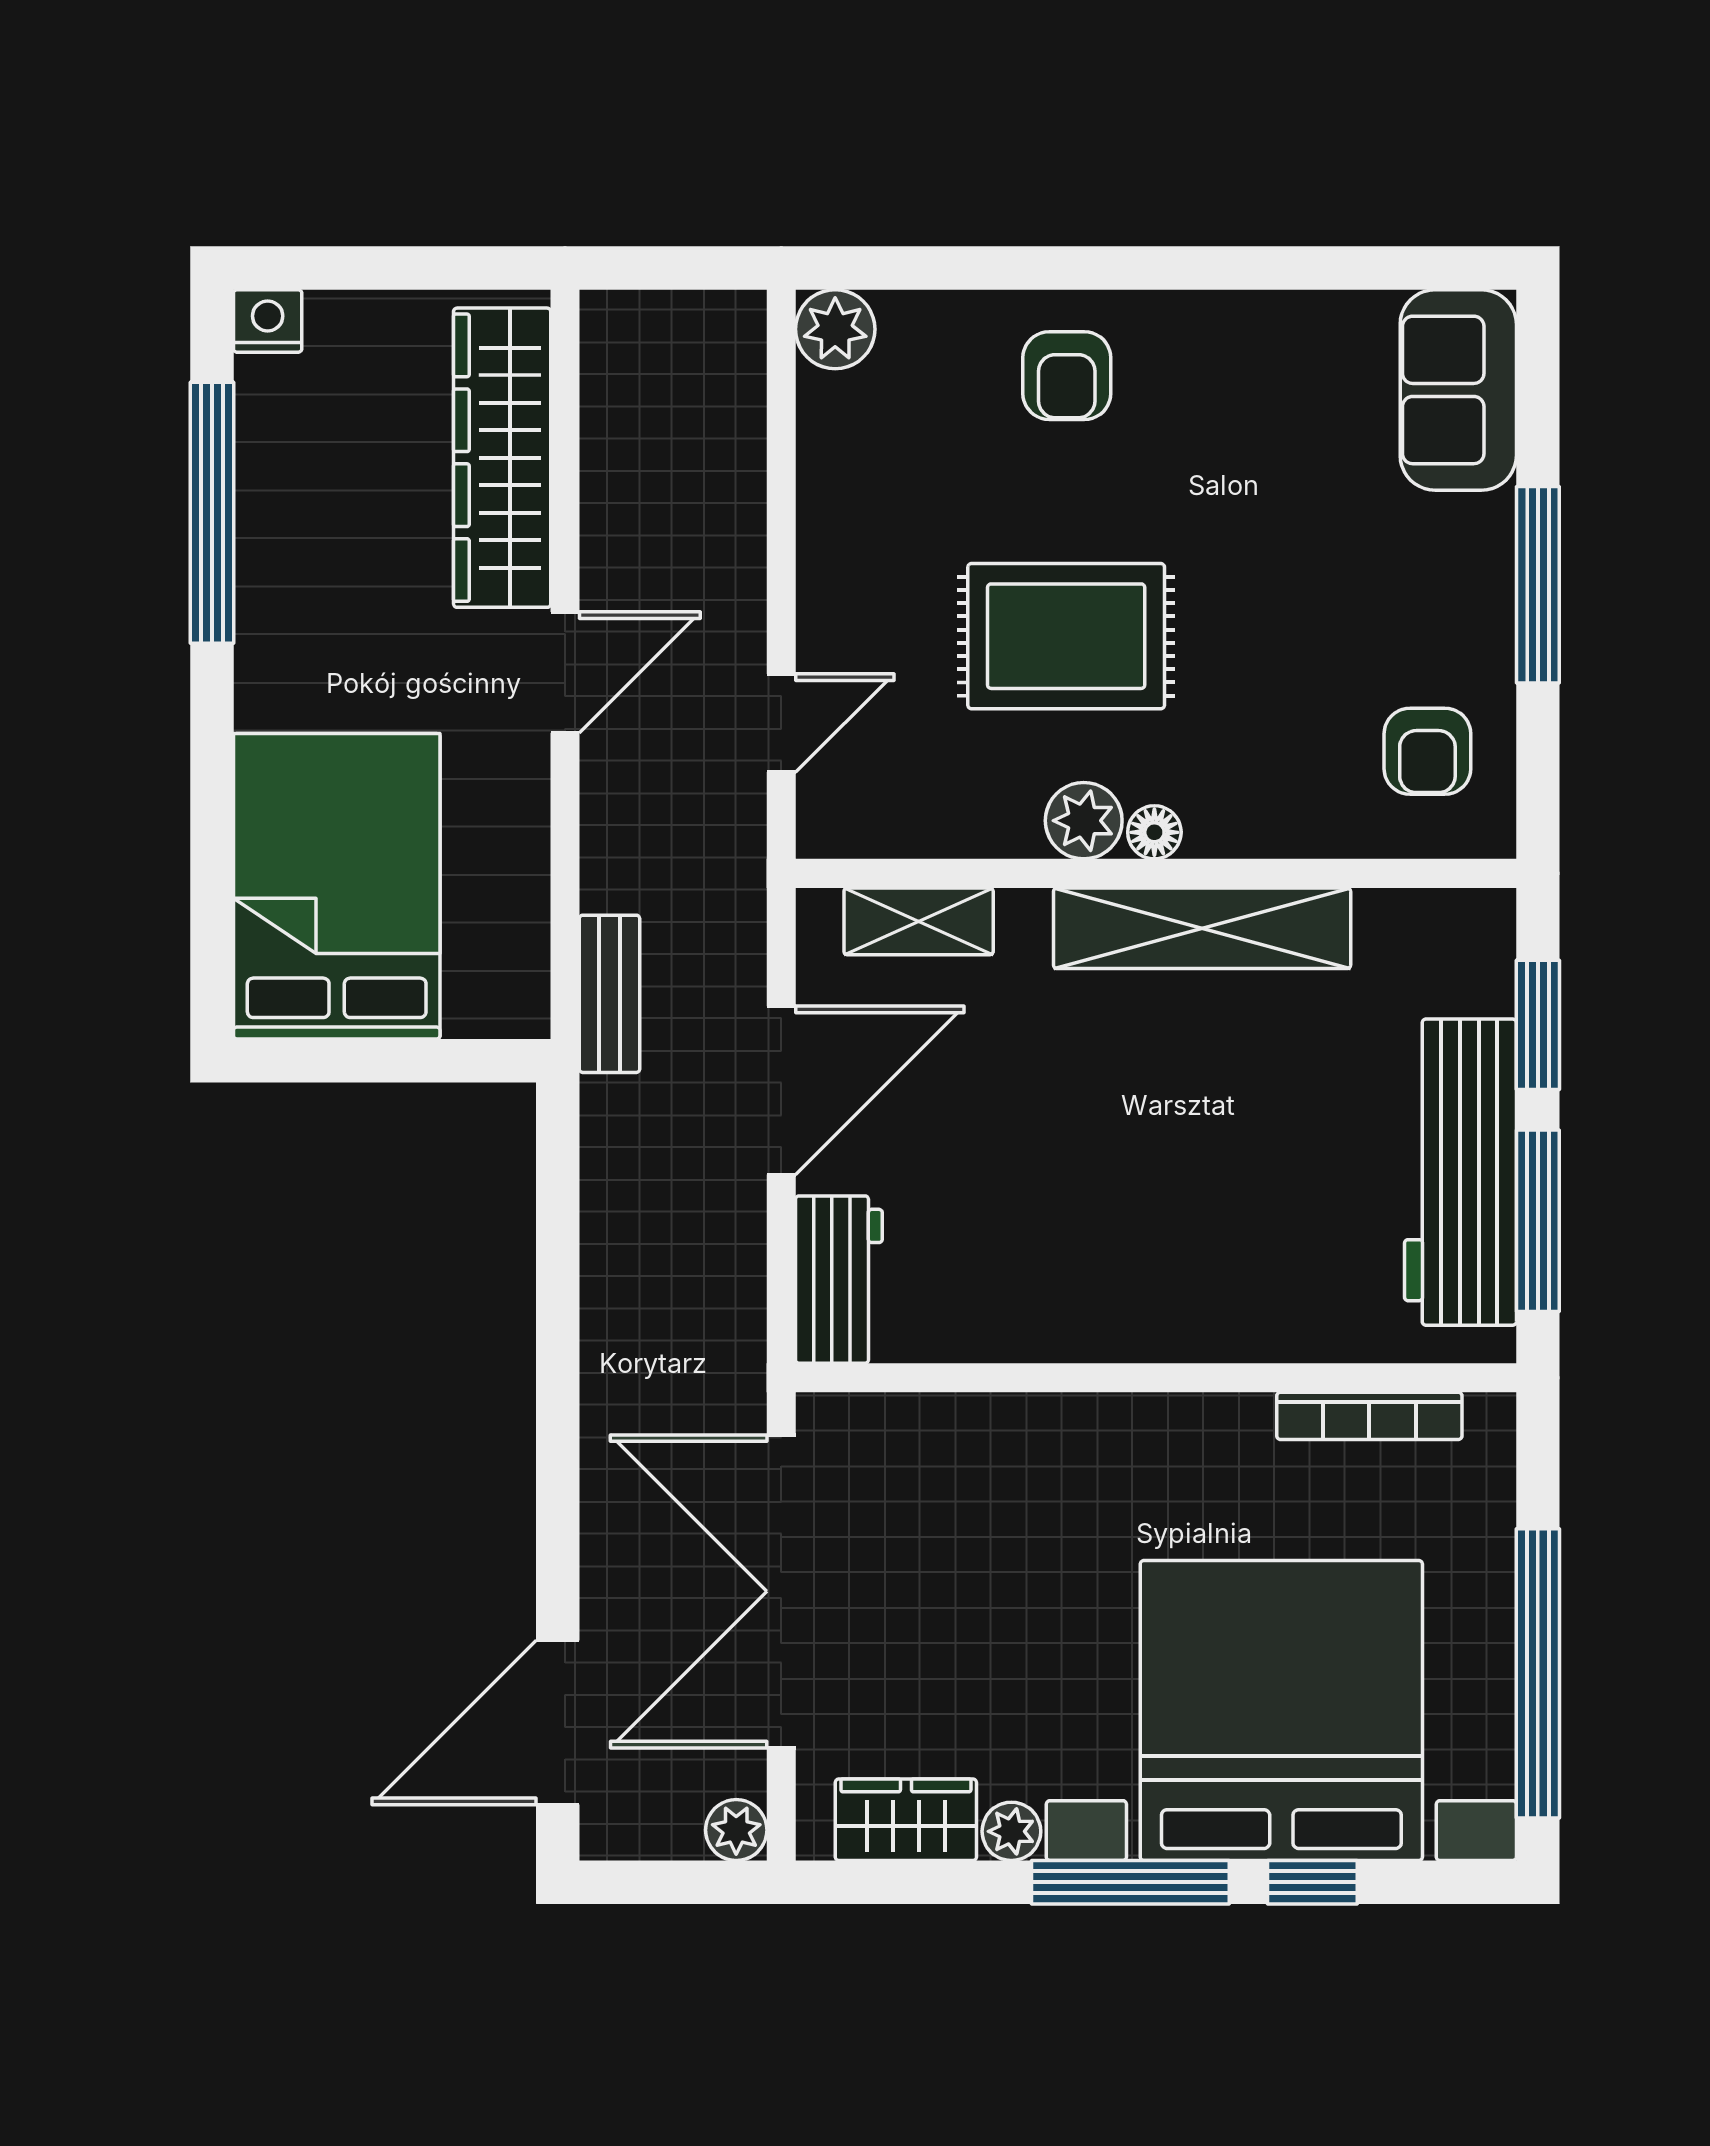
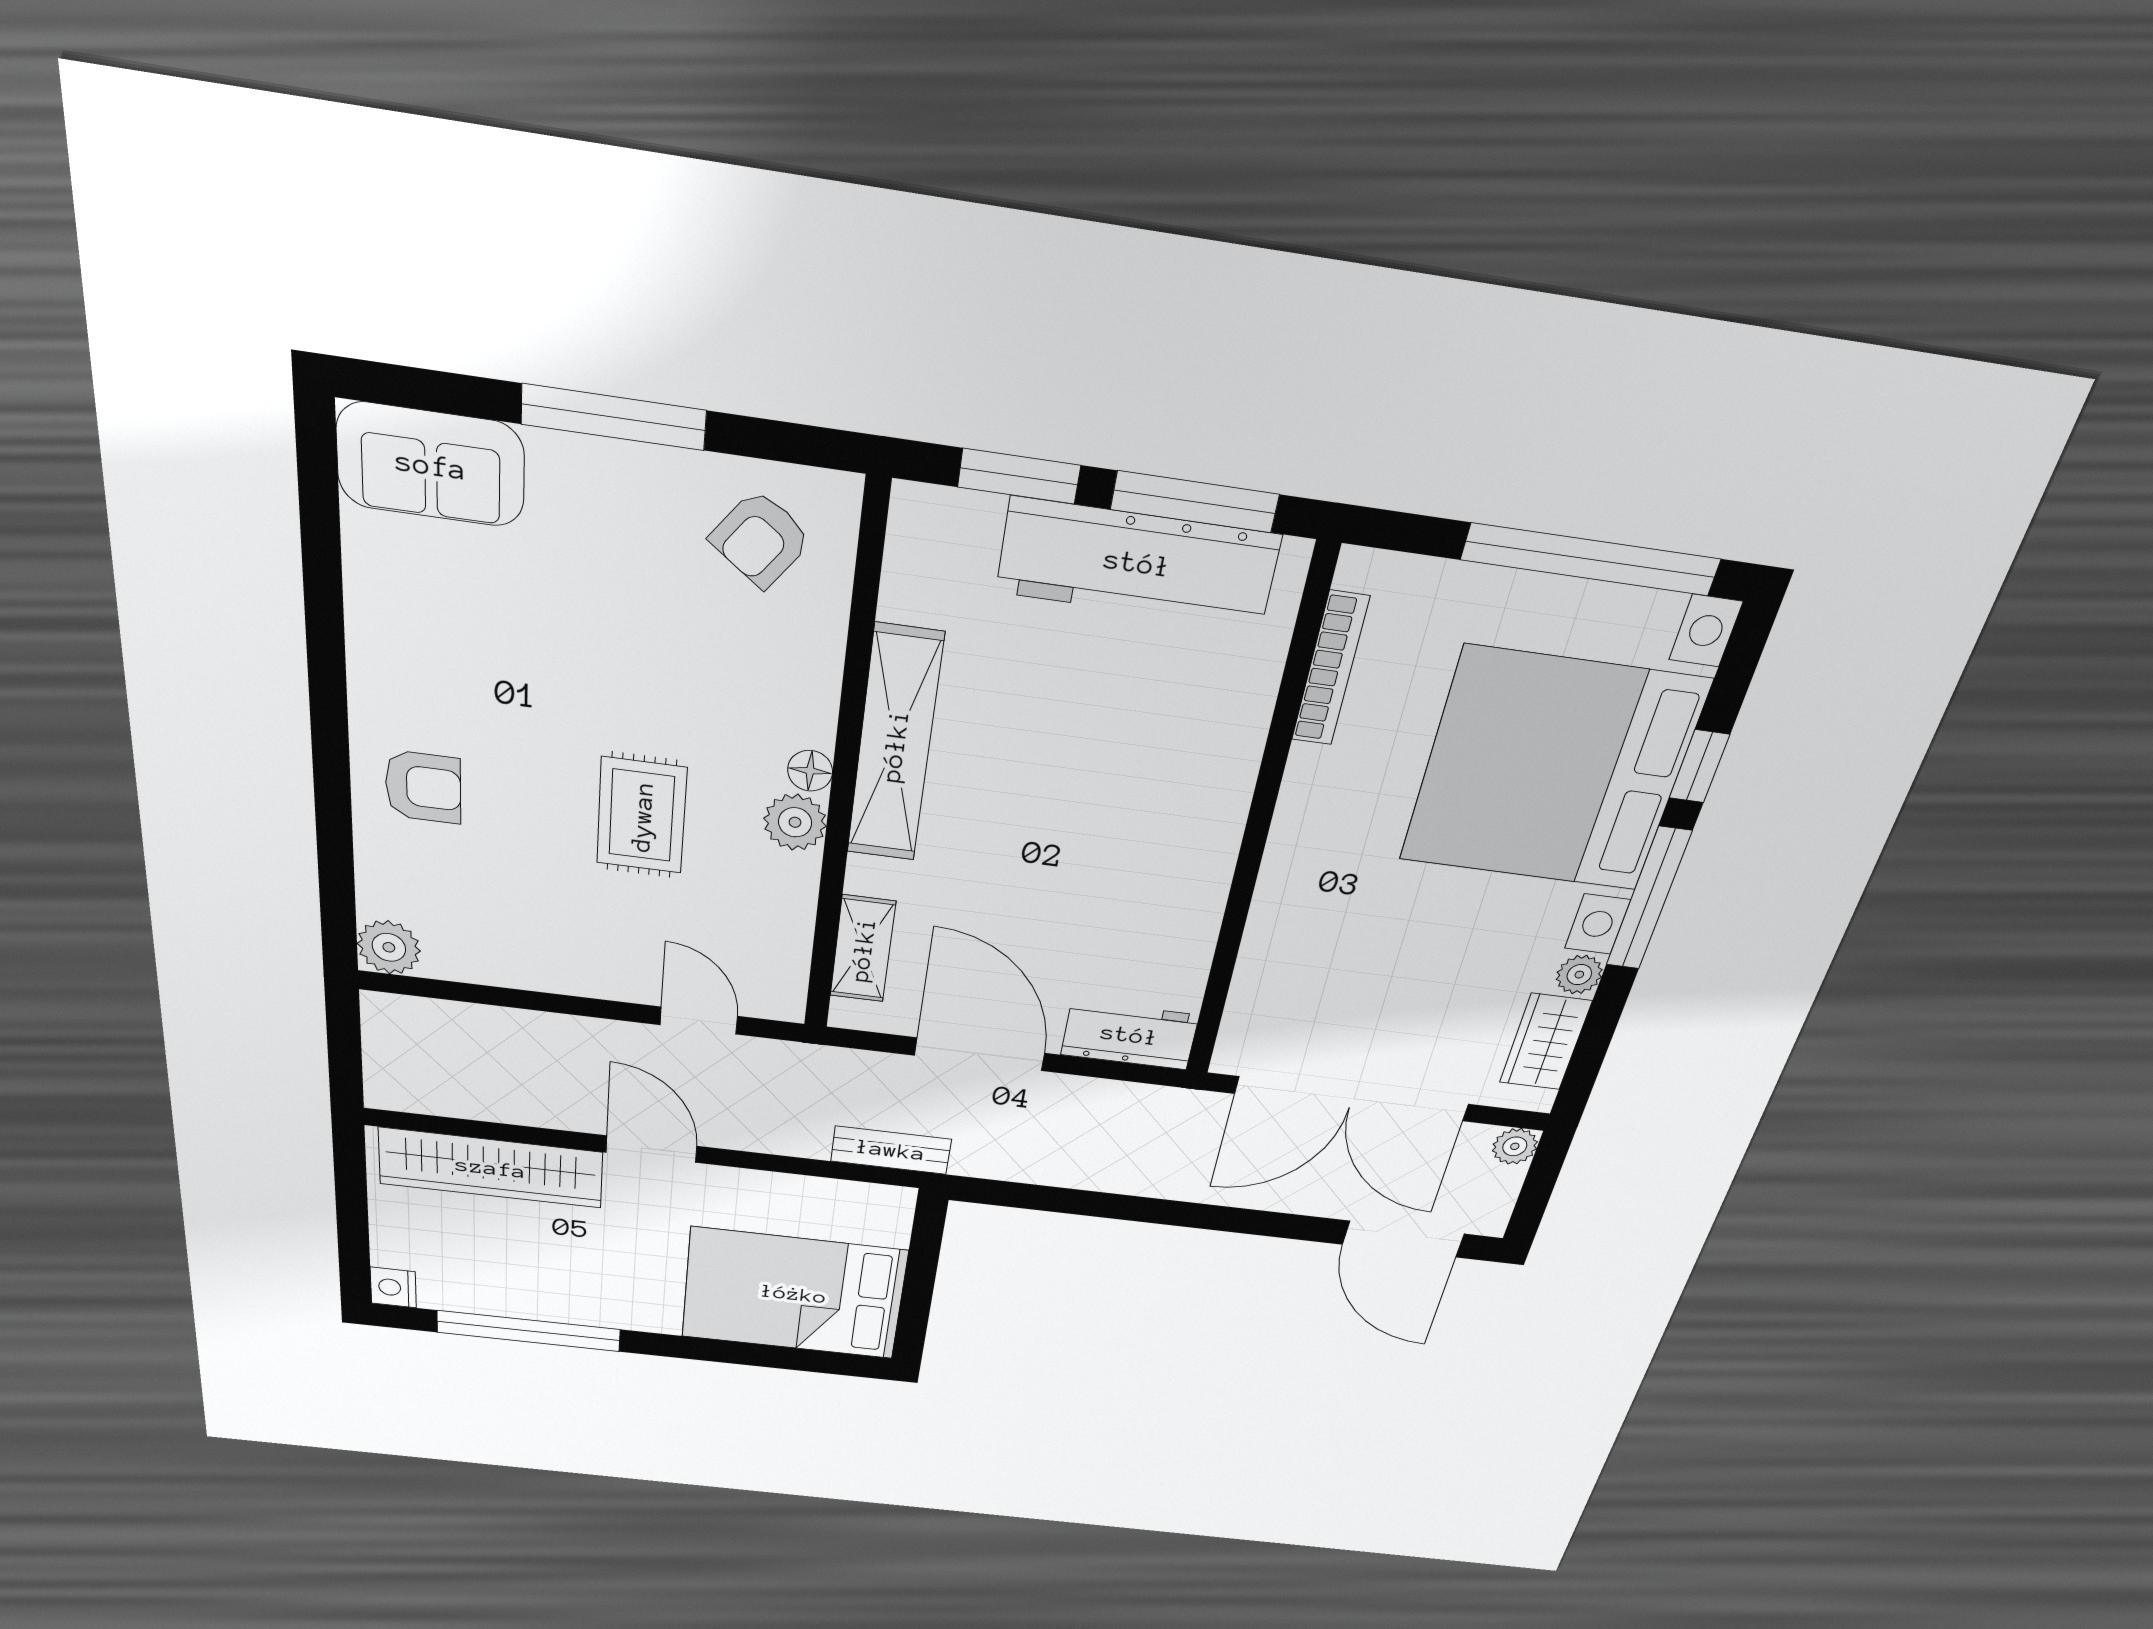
rug: (1066, 636) -> (642, 816), width x0.73, depth x0.70
armchair: (1427, 751) -> (761, 539), turned 127

